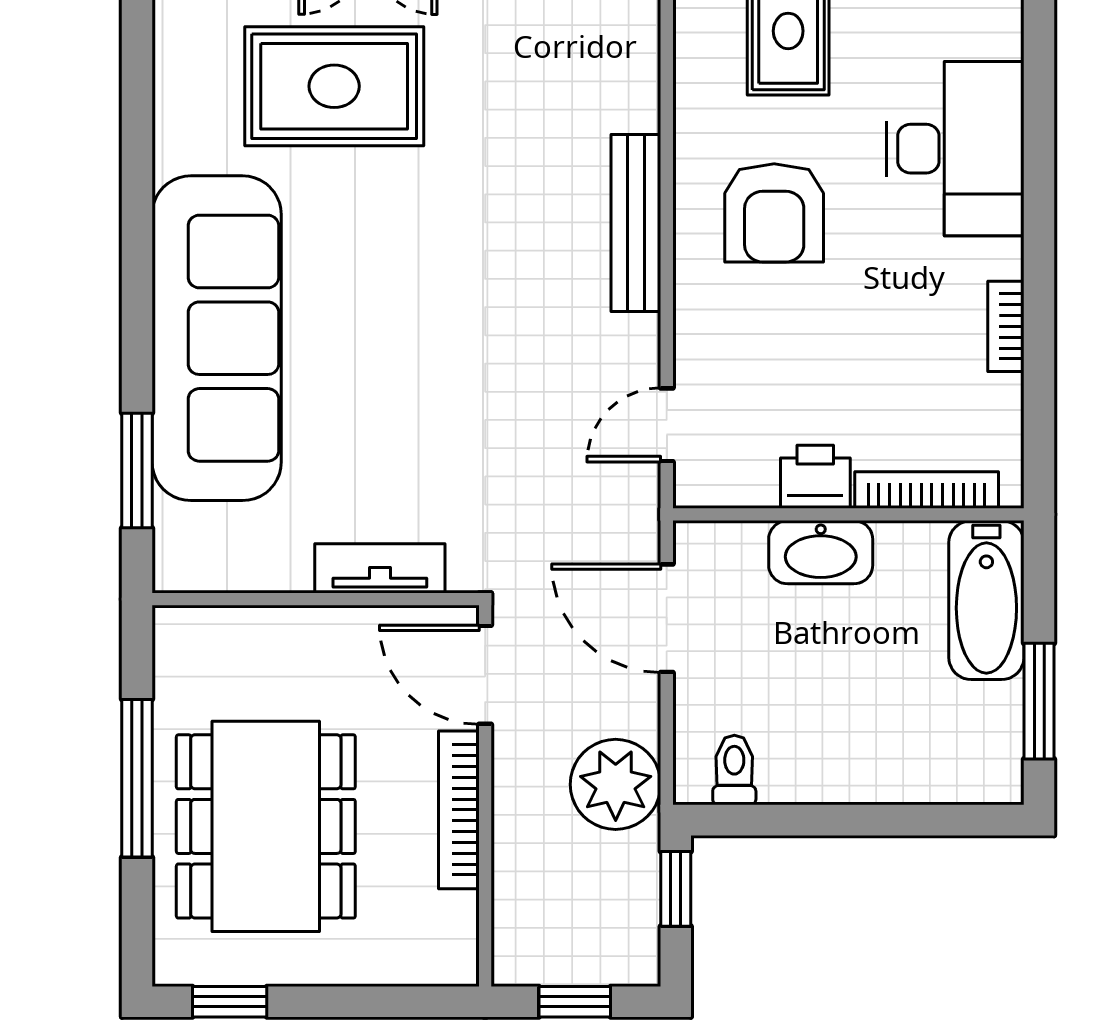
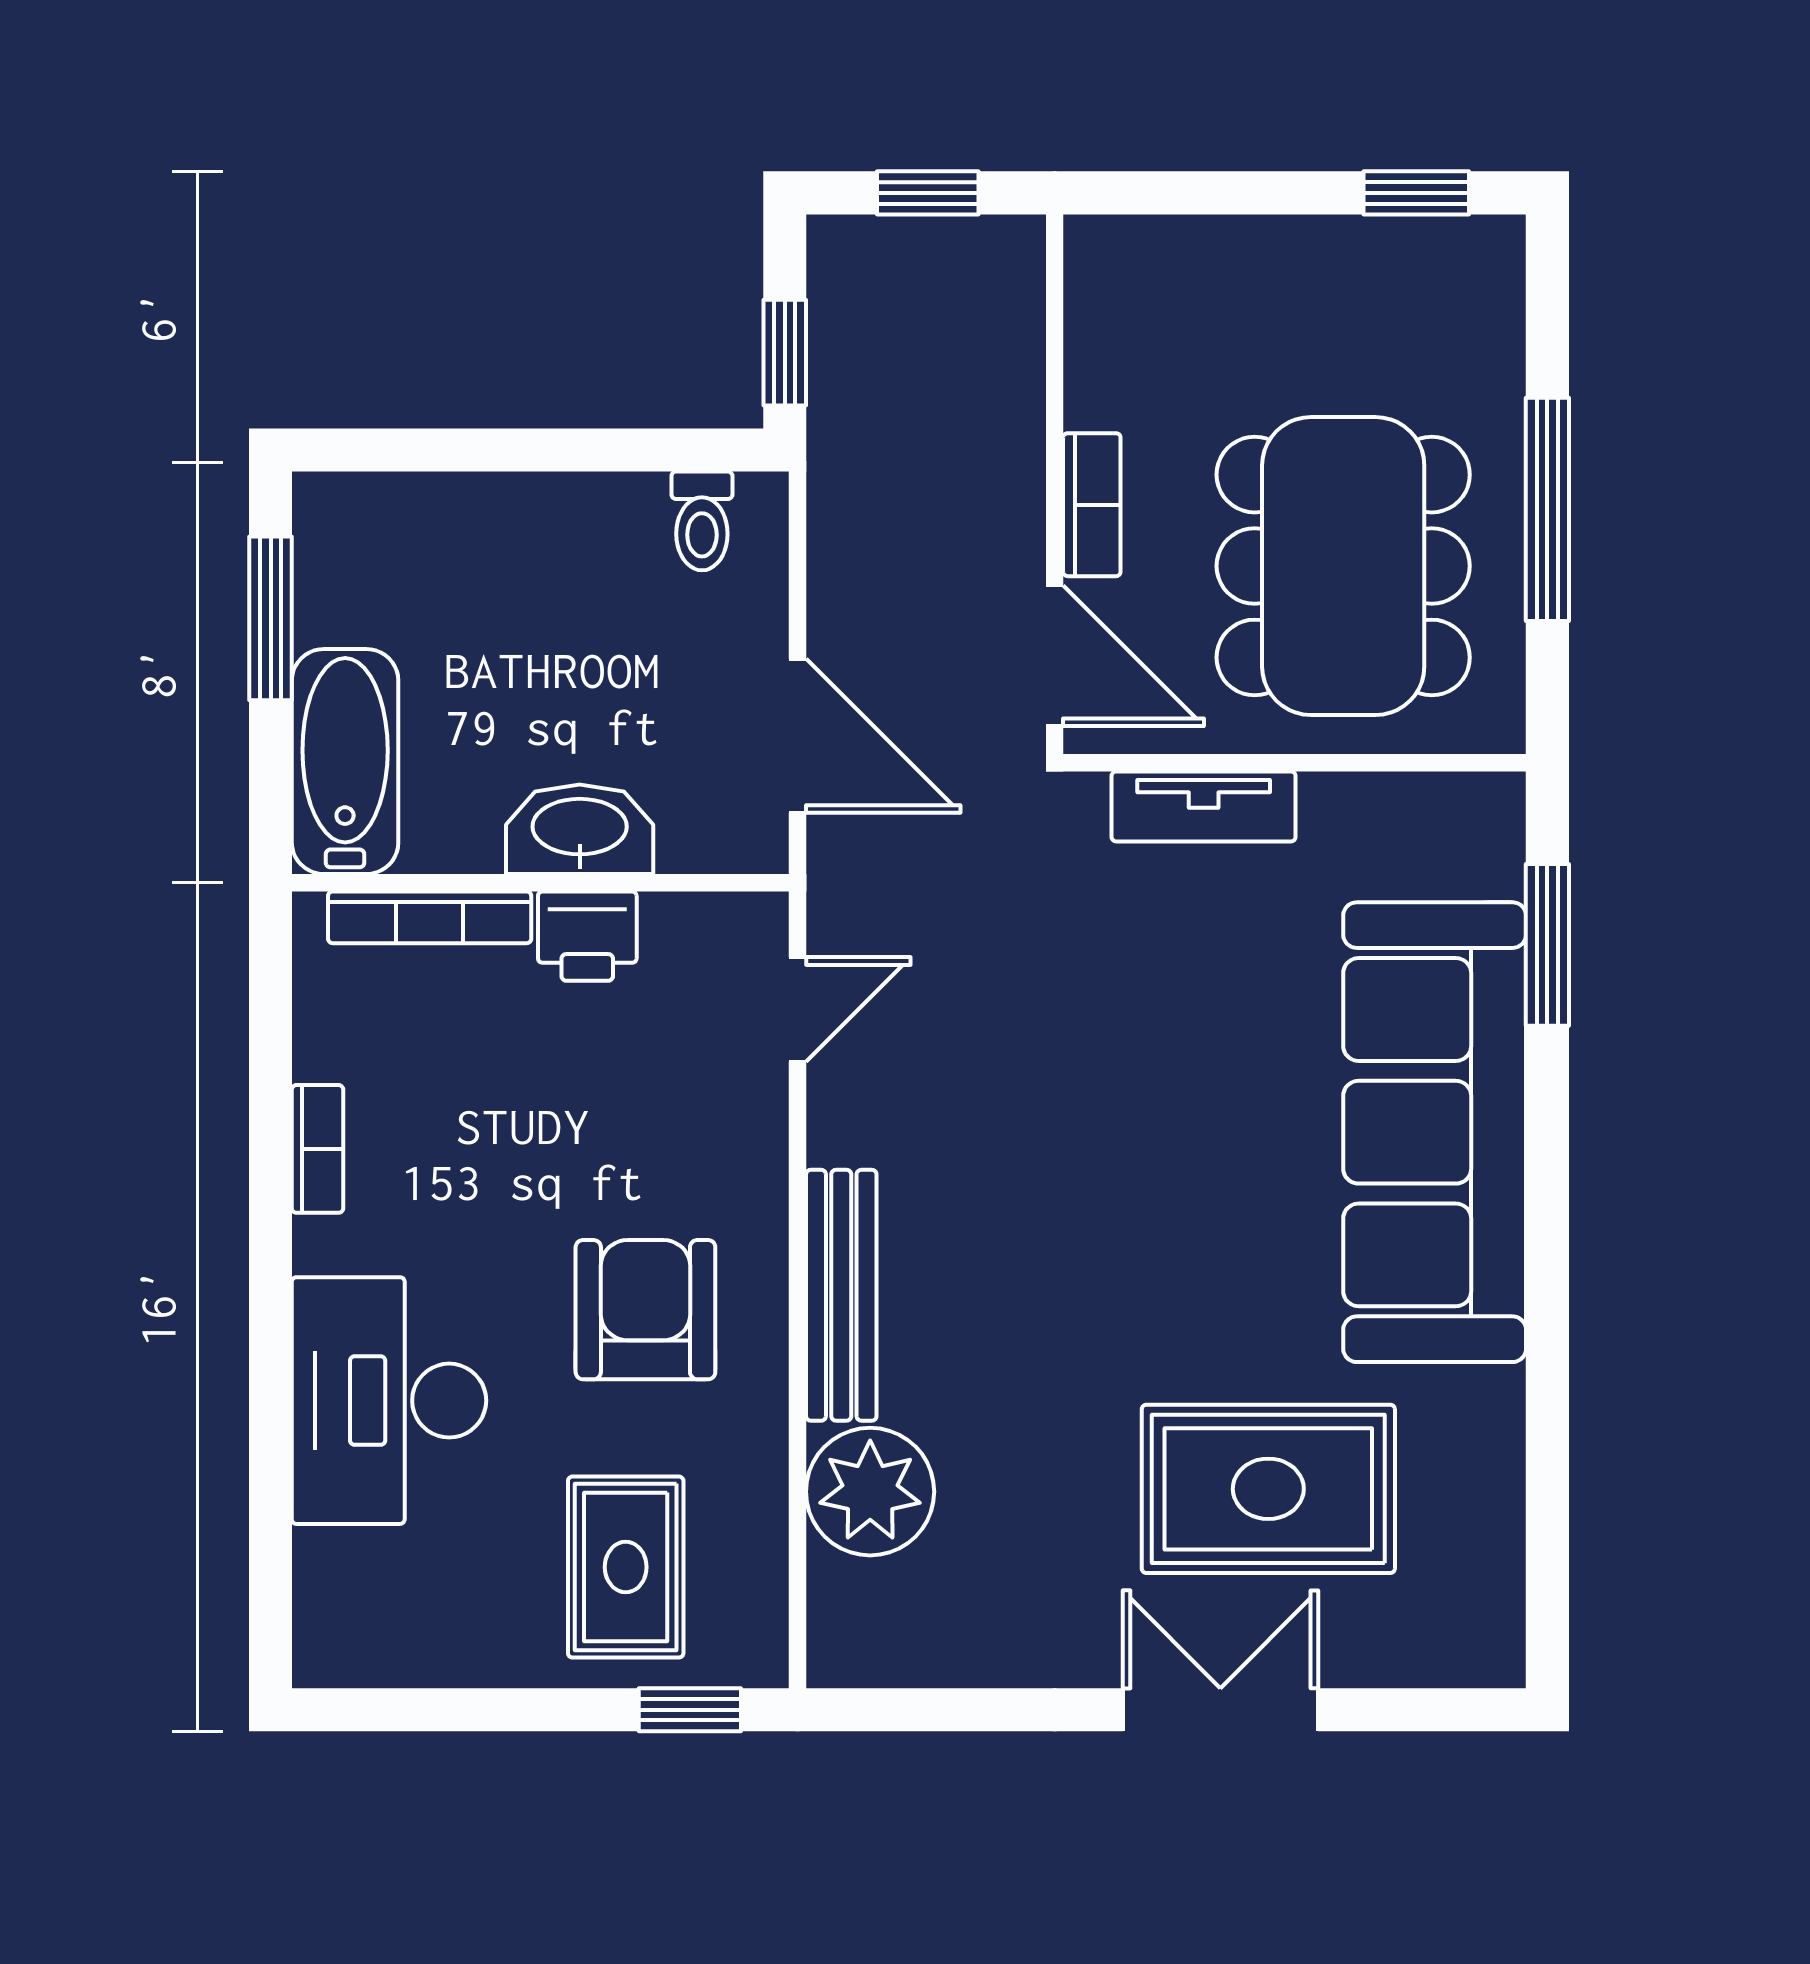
plant: (616, 784) -> (870, 1492), moved
bookcase: (459, 810) -> (1092, 505), width x0.64
dining table: (266, 826) -> (1343, 566), moved

